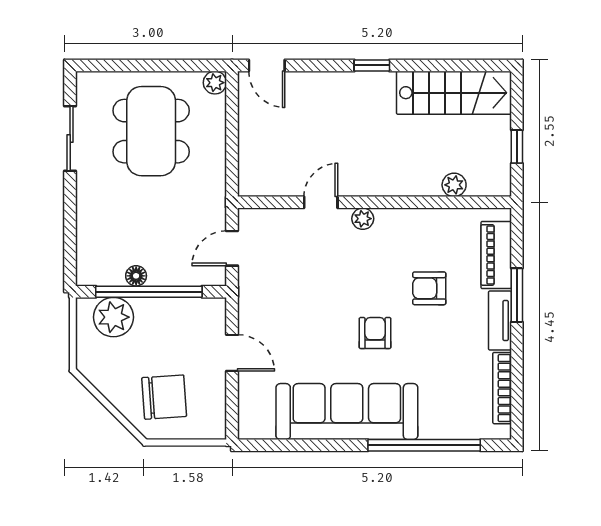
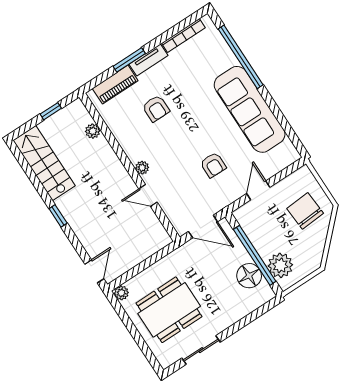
door: (232, 248) -> (203, 227), width x1.38
floor lamp: (136, 276) -> (249, 276), width x1.89, depth x1.89
armchair: (375, 333) -> (213, 165), moved, turned -89

